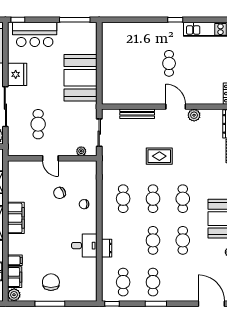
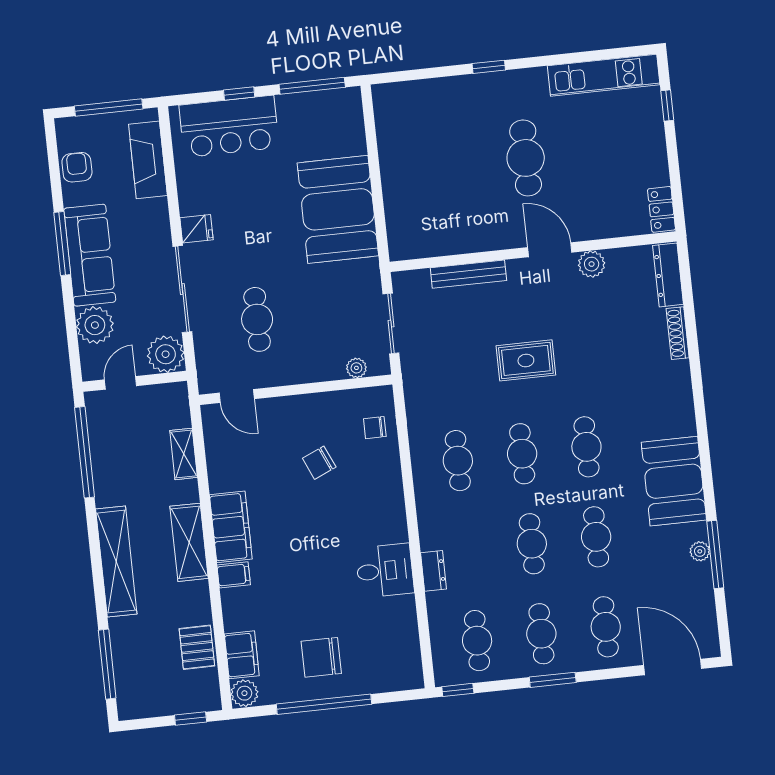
window: (18, 20) -> (239, 94), moved
window: (175, 20) -> (489, 67), moved
cafe table: (169, 63) -> (526, 158), width x1.37, depth x1.35
fridge: (17, 74) -> (196, 229), width x0.53, depth x0.75
door: (50, 158) -> (237, 396), moved
chair: (84, 204) -> (375, 428), moved
filing cabinet: (15, 260) -> (234, 575), moved
chair: (51, 282) -> (321, 657), turned -90
cafe table: (183, 282) -> (606, 627), added
window: (50, 304) -> (324, 704), width x1.46

